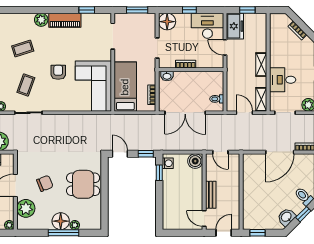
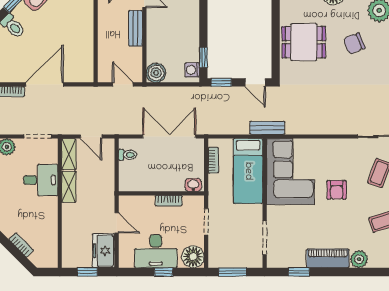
desk: (207, 26) -> (156, 251), moved
shelving: (261, 65) -> (69, 187), moved
bench: (111, 119) -> (267, 128), added

